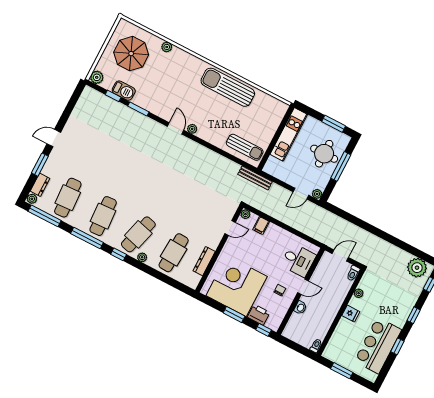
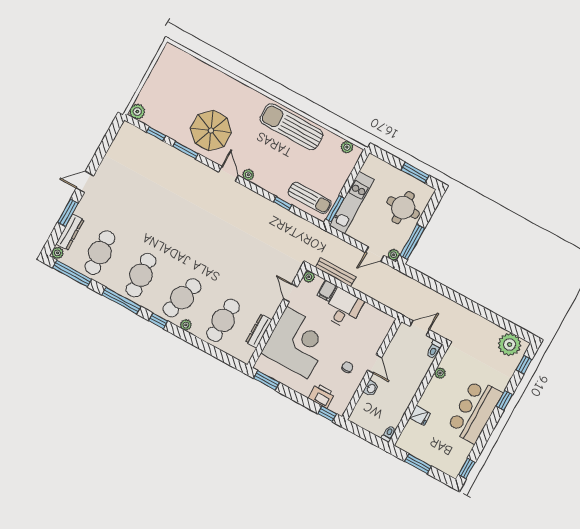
plant: (167, 47) -> (347, 147), moved
parasol: (131, 54) -> (211, 130), moved
barbecue: (124, 91) -> (169, 128), removed
kitchen unit: (289, 134) -> (352, 203), moved
window: (222, 152) -> (283, 203), added
window: (266, 156) -> (335, 209), added
window: (341, 166) -> (412, 242), moved
bench: (255, 178) -> (336, 272), moved
dresser: (40, 185) -> (70, 232), width x1.44
door: (230, 228) -> (290, 293), swing flipped
desk: (298, 260) -> (343, 308), moved, turned -90
corner desk: (237, 286) -> (297, 343), moved, turned 90
door: (303, 287) -> (375, 364), hinge flipped
fridge: (351, 314) -> (420, 415), moved
window: (234, 315) -> (266, 380), moved
bar counter: (378, 345) -> (475, 411), moved
window: (397, 346) -> (467, 469), moved

